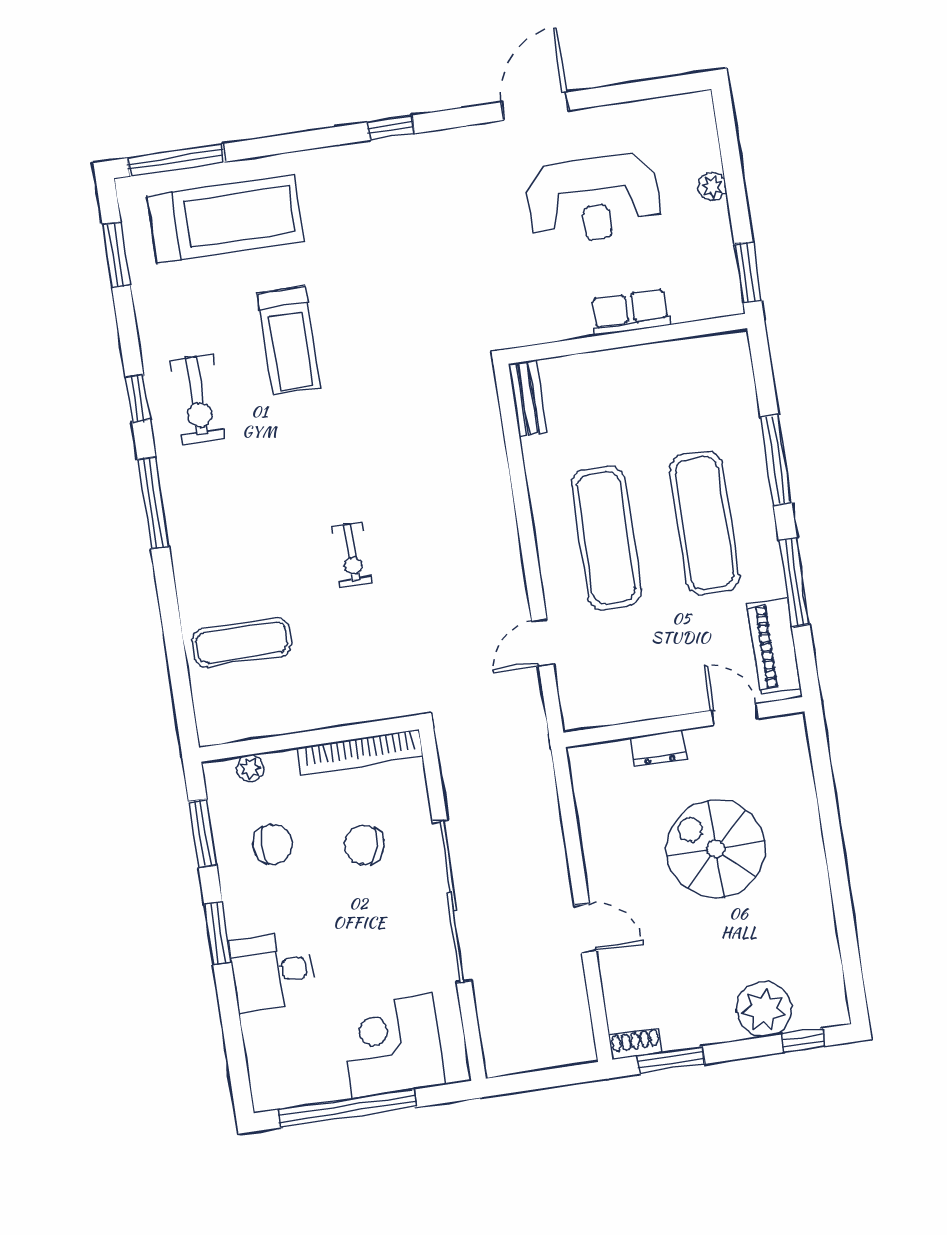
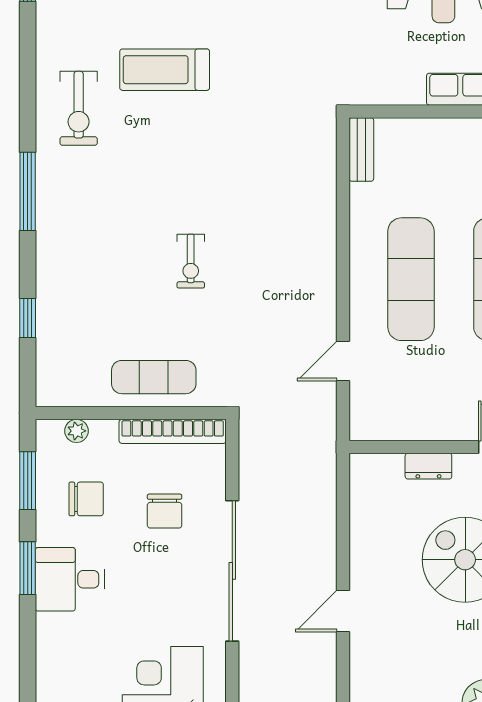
treadmill: (289, 340) -> (165, 70), turned 90
window: (138, 398) -> (28, 318), moved
exercise mat: (242, 643) -> (154, 377), moved
chair: (364, 845) -> (165, 511), turned -103
door: (585, 928) -> (343, 611), swing flipped
desk: (273, 972) -> (70, 579), moved

